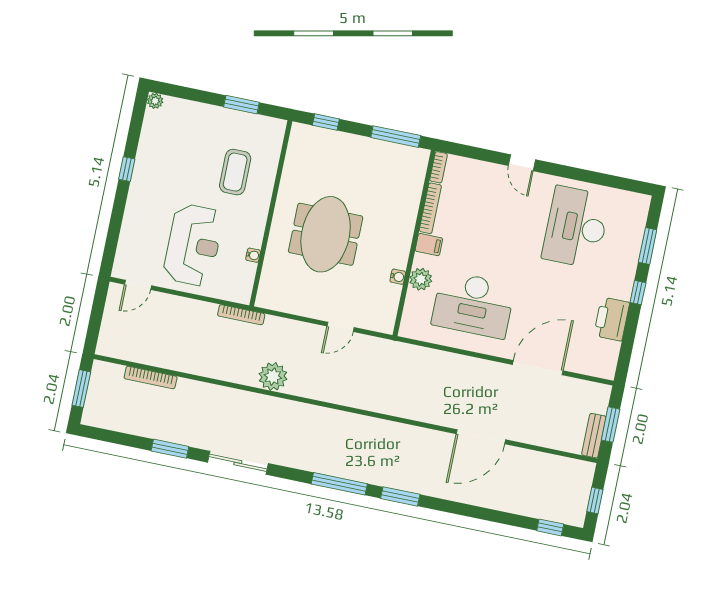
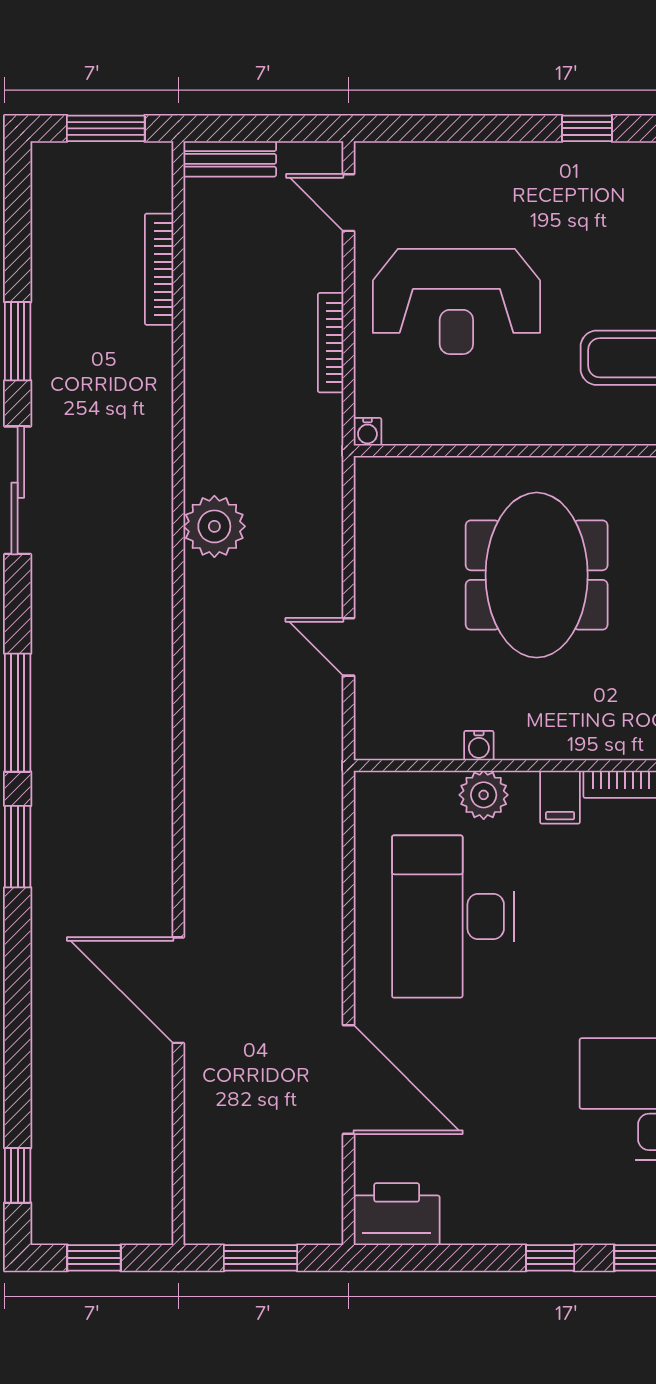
meeting table: (326, 234) -> (537, 575), turned 90
water cooler: (253, 255) -> (367, 432), moved
bookcase: (241, 315) -> (331, 343), moved
printer: (612, 319) -> (397, 1214), moved
bench: (594, 436) -> (230, 159), moved

